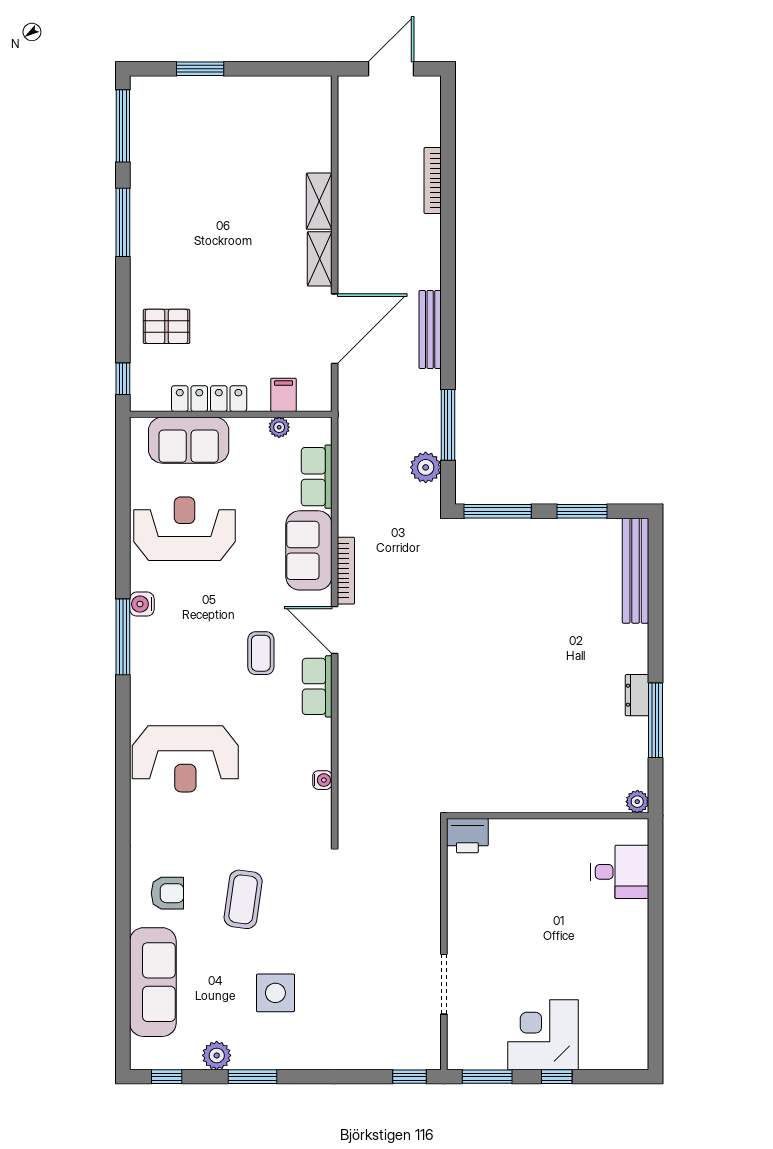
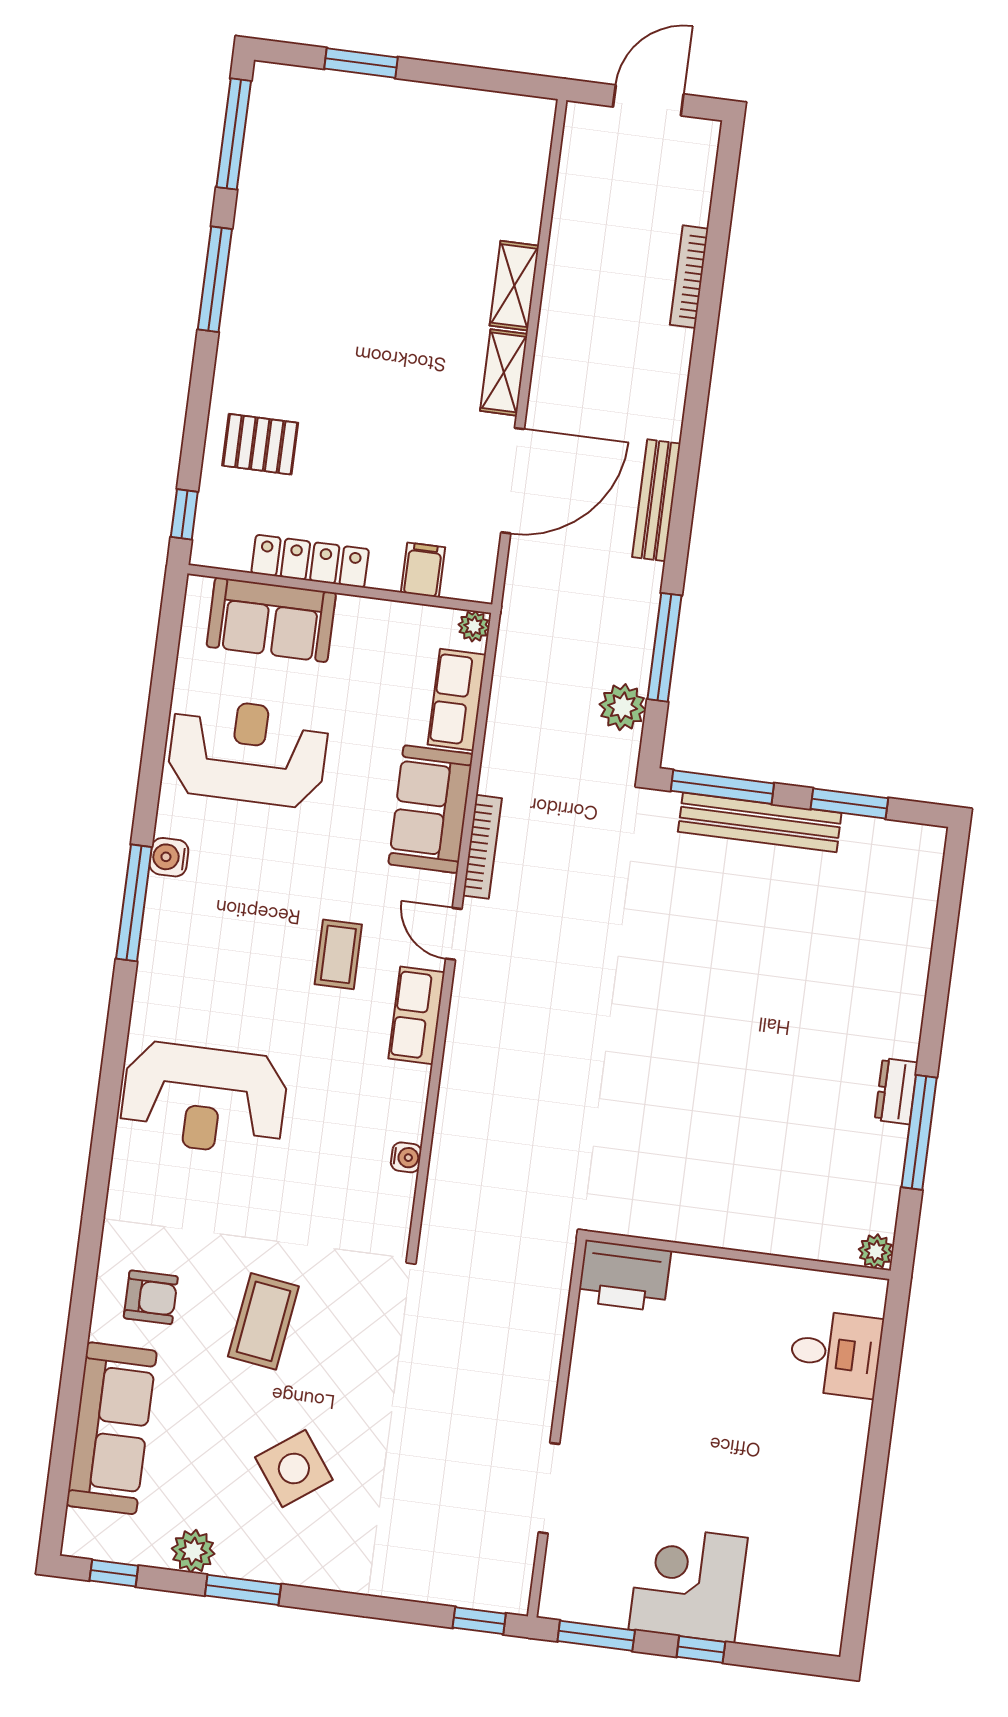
plant: (279, 427) -> (474, 626), moved
bench: (636, 571) -> (760, 822), moved, turned 90
door: (335, 630) -> (454, 934), width x0.73
printer: (467, 836) -> (624, 1276), width x1.37, depth x1.19
side table: (275, 993) -> (294, 1468), turned -36

